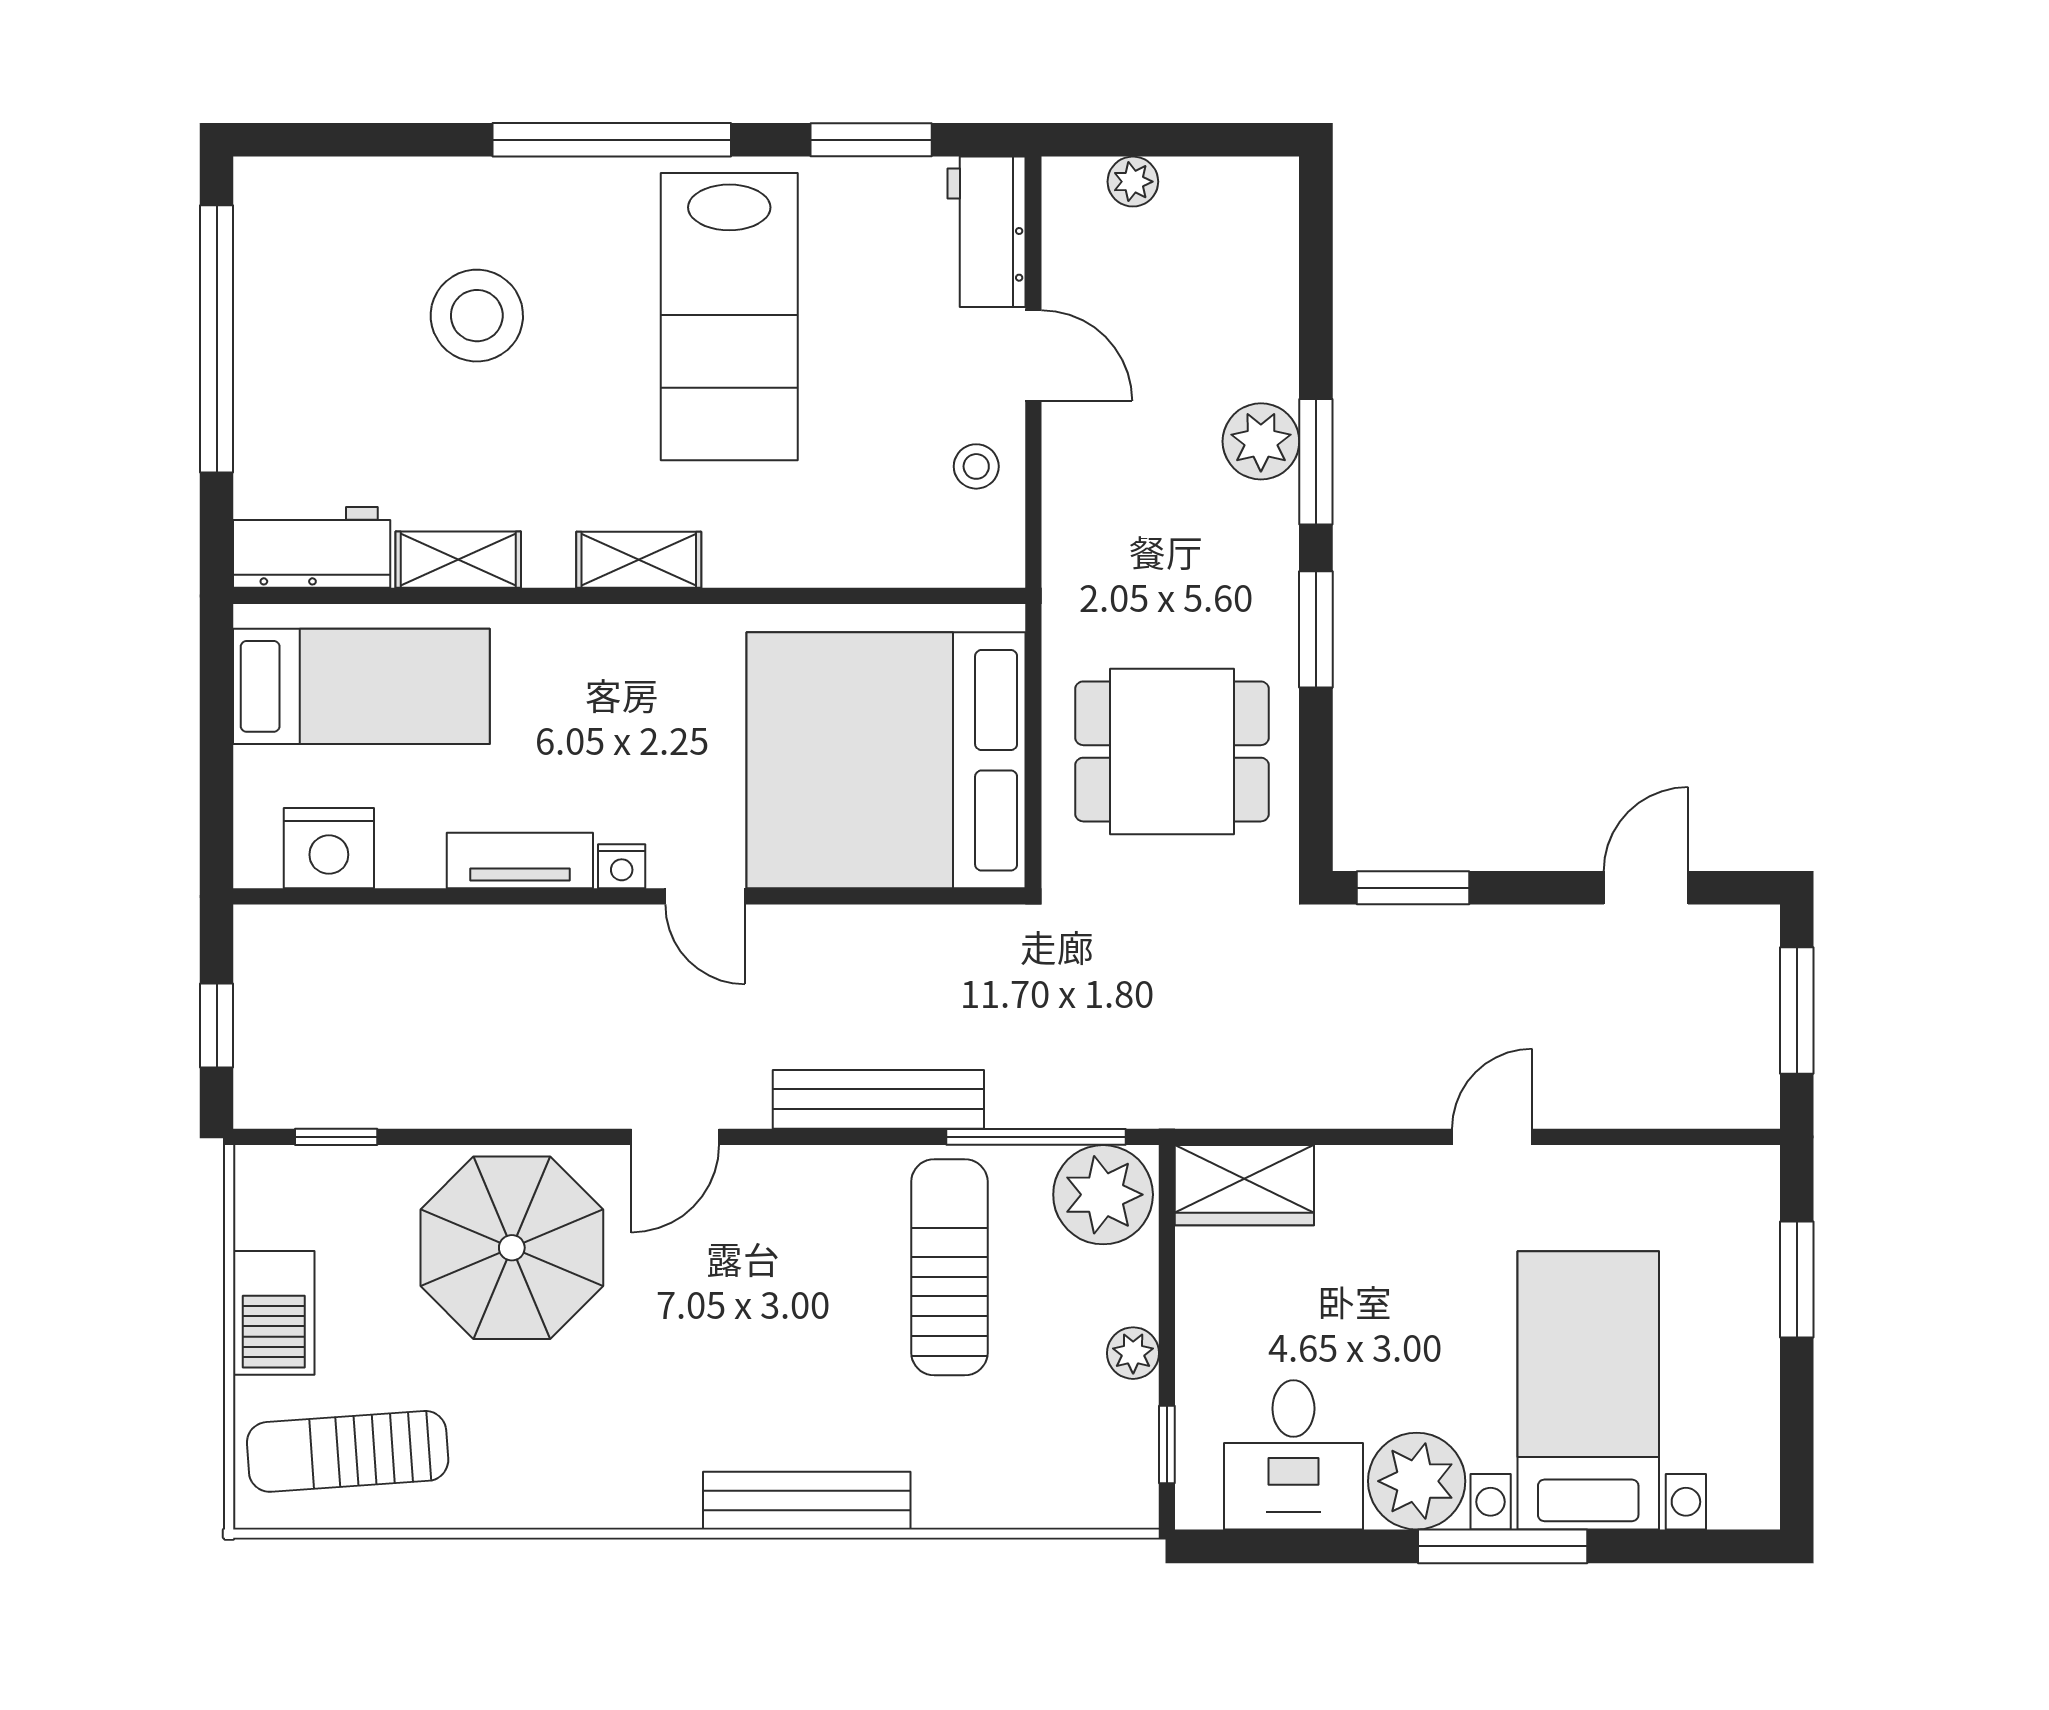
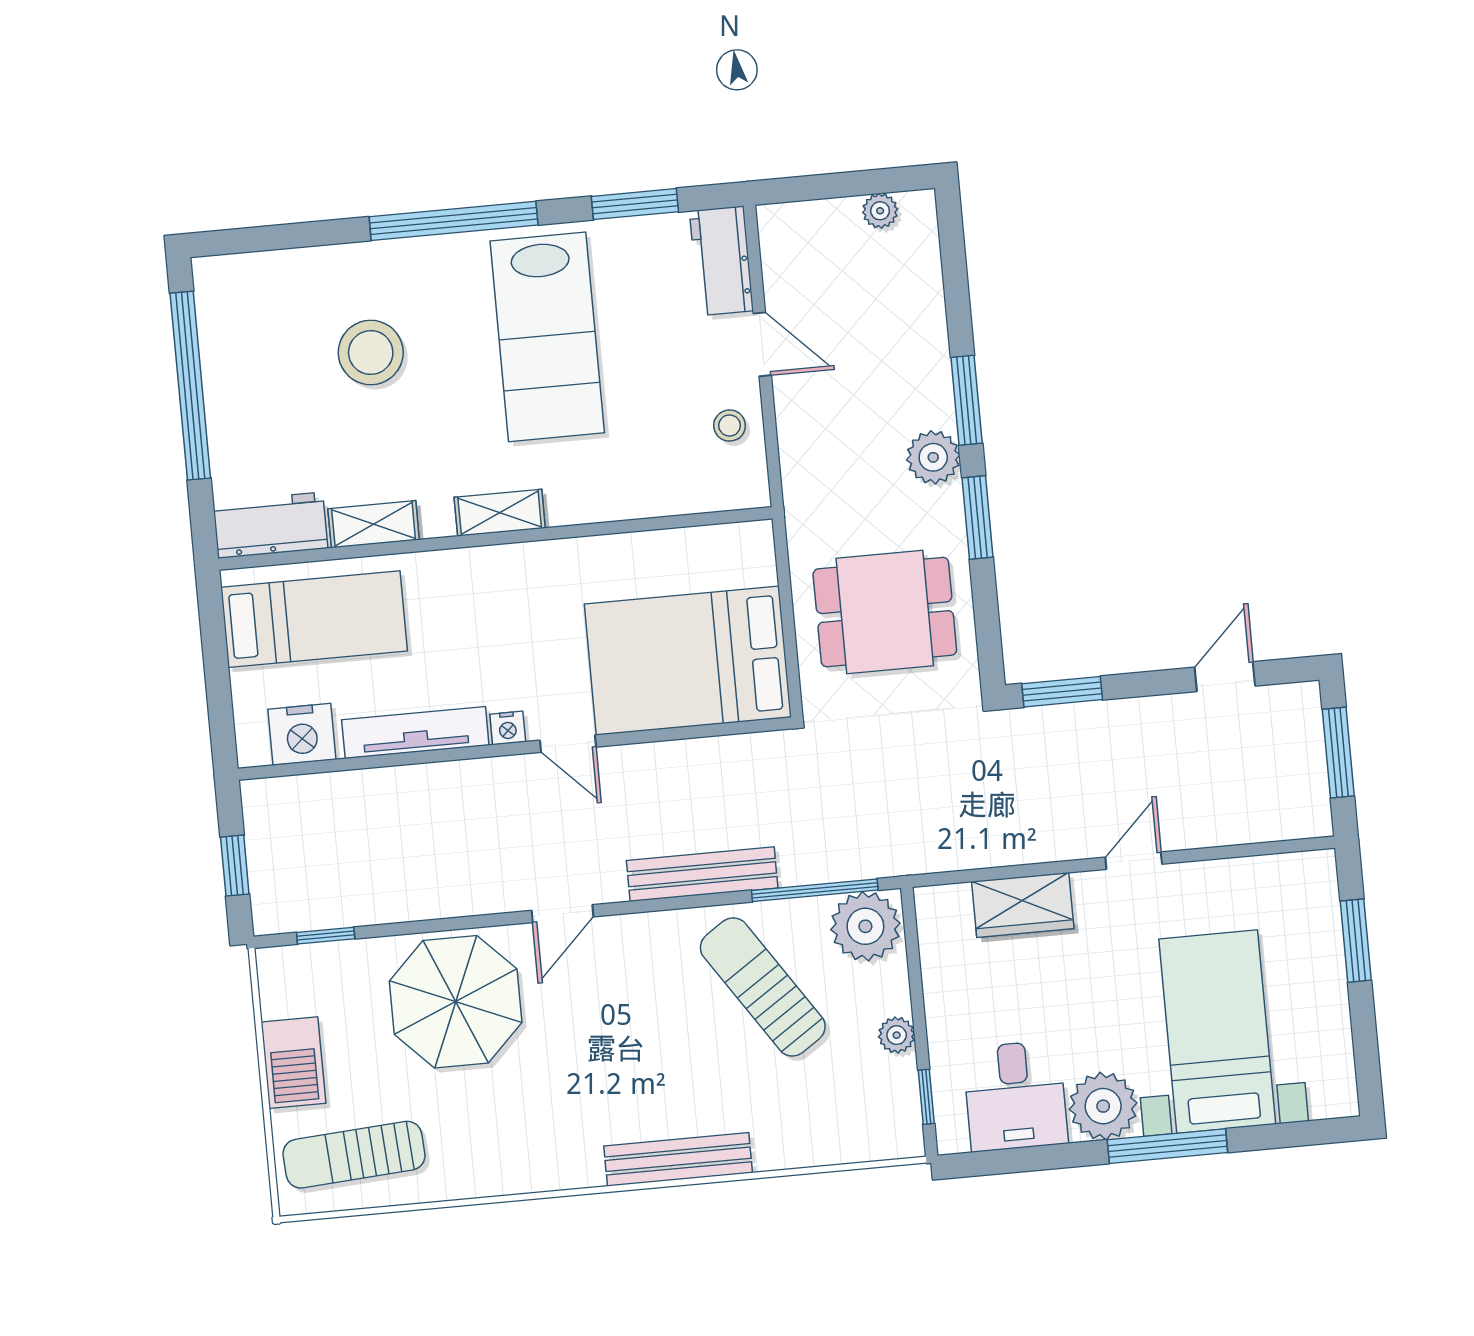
plant: (1133, 182) -> (880, 211), moved
plant: (1261, 441) -> (933, 457), moved
bed: (886, 760) -> (688, 661), width x0.73
tv unit: (520, 861) -> (415, 733), width x1.41
wardrobe: (1244, 1185) -> (1023, 905), moved
sun lounger: (949, 1267) -> (763, 987), turned -34

